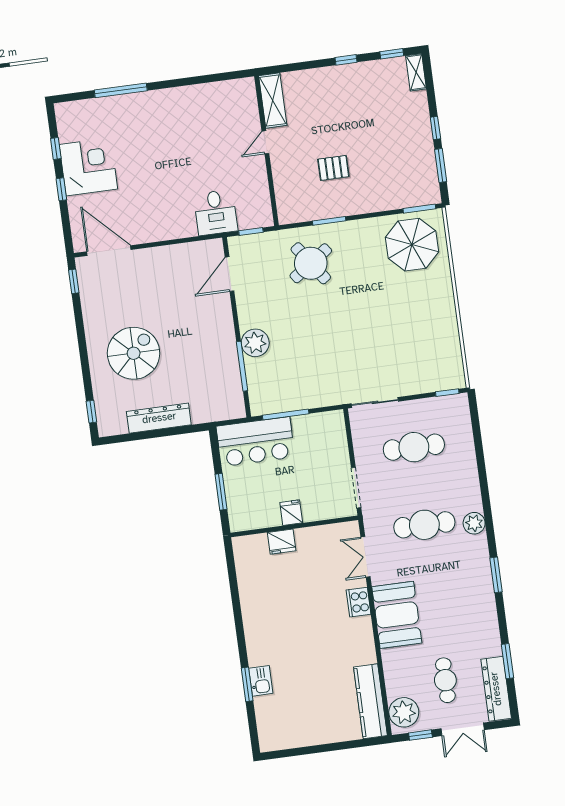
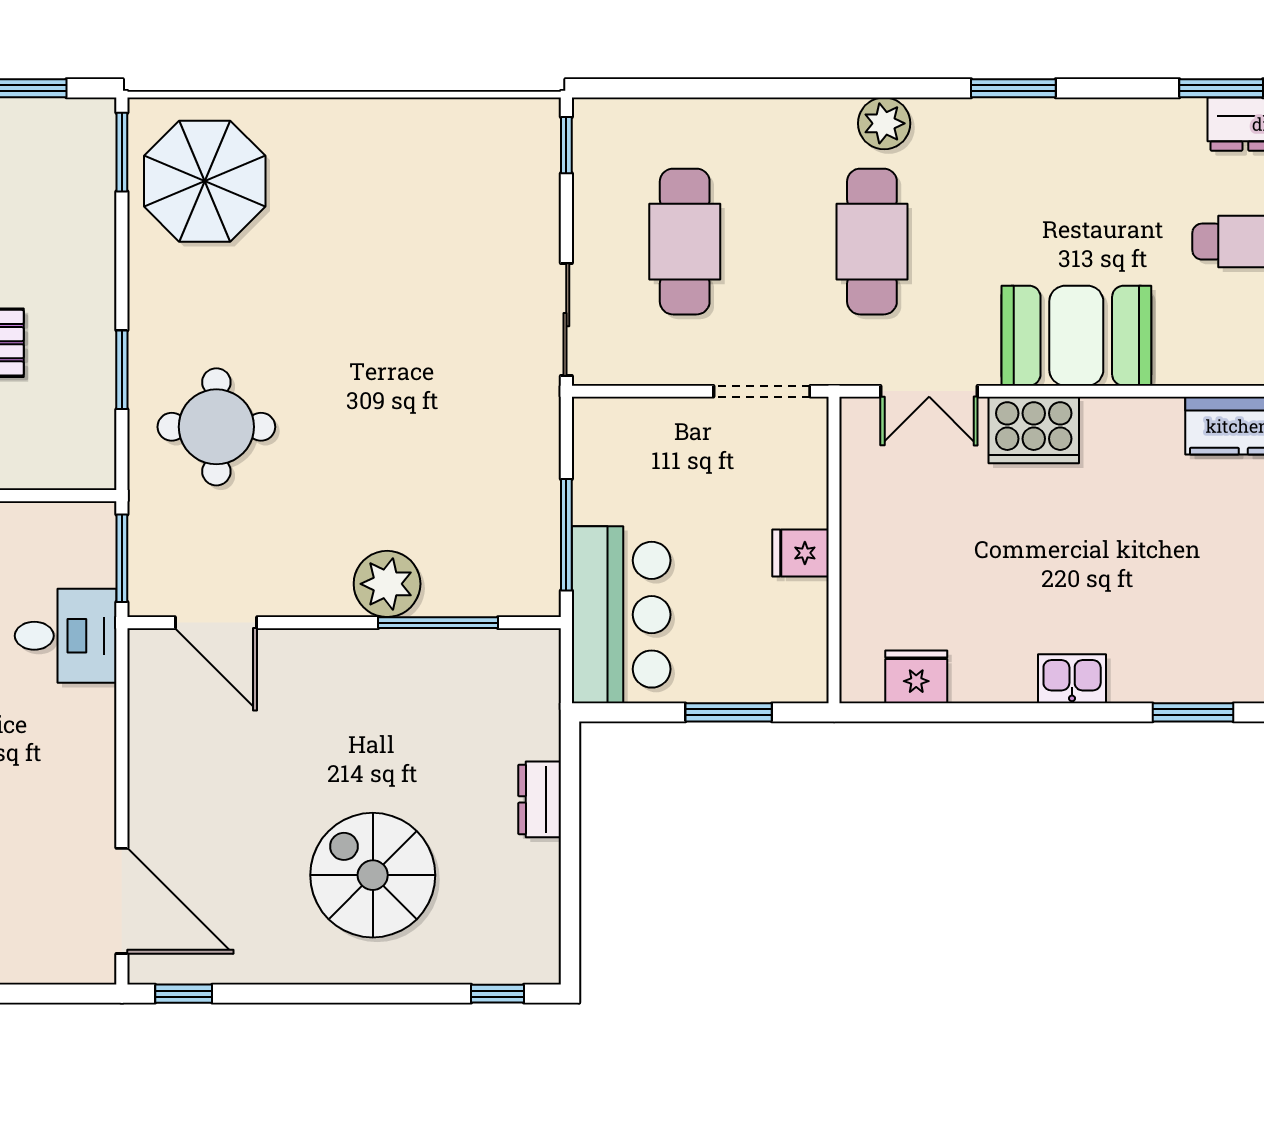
window: (251, 231) -> (122, 558), width x1.50
door: (109, 251) -> (122, 901), swing flipped
round table: (311, 263) -> (216, 427), turned 35
dresser: (159, 418) -> (540, 799), width x0.51, depth x0.80
fridge: (282, 542) -> (916, 677), moved, turned -90
cooker: (359, 602) -> (1034, 430), width x1.37, depth x1.31
kitchen sink: (261, 681) -> (1072, 679), moved

